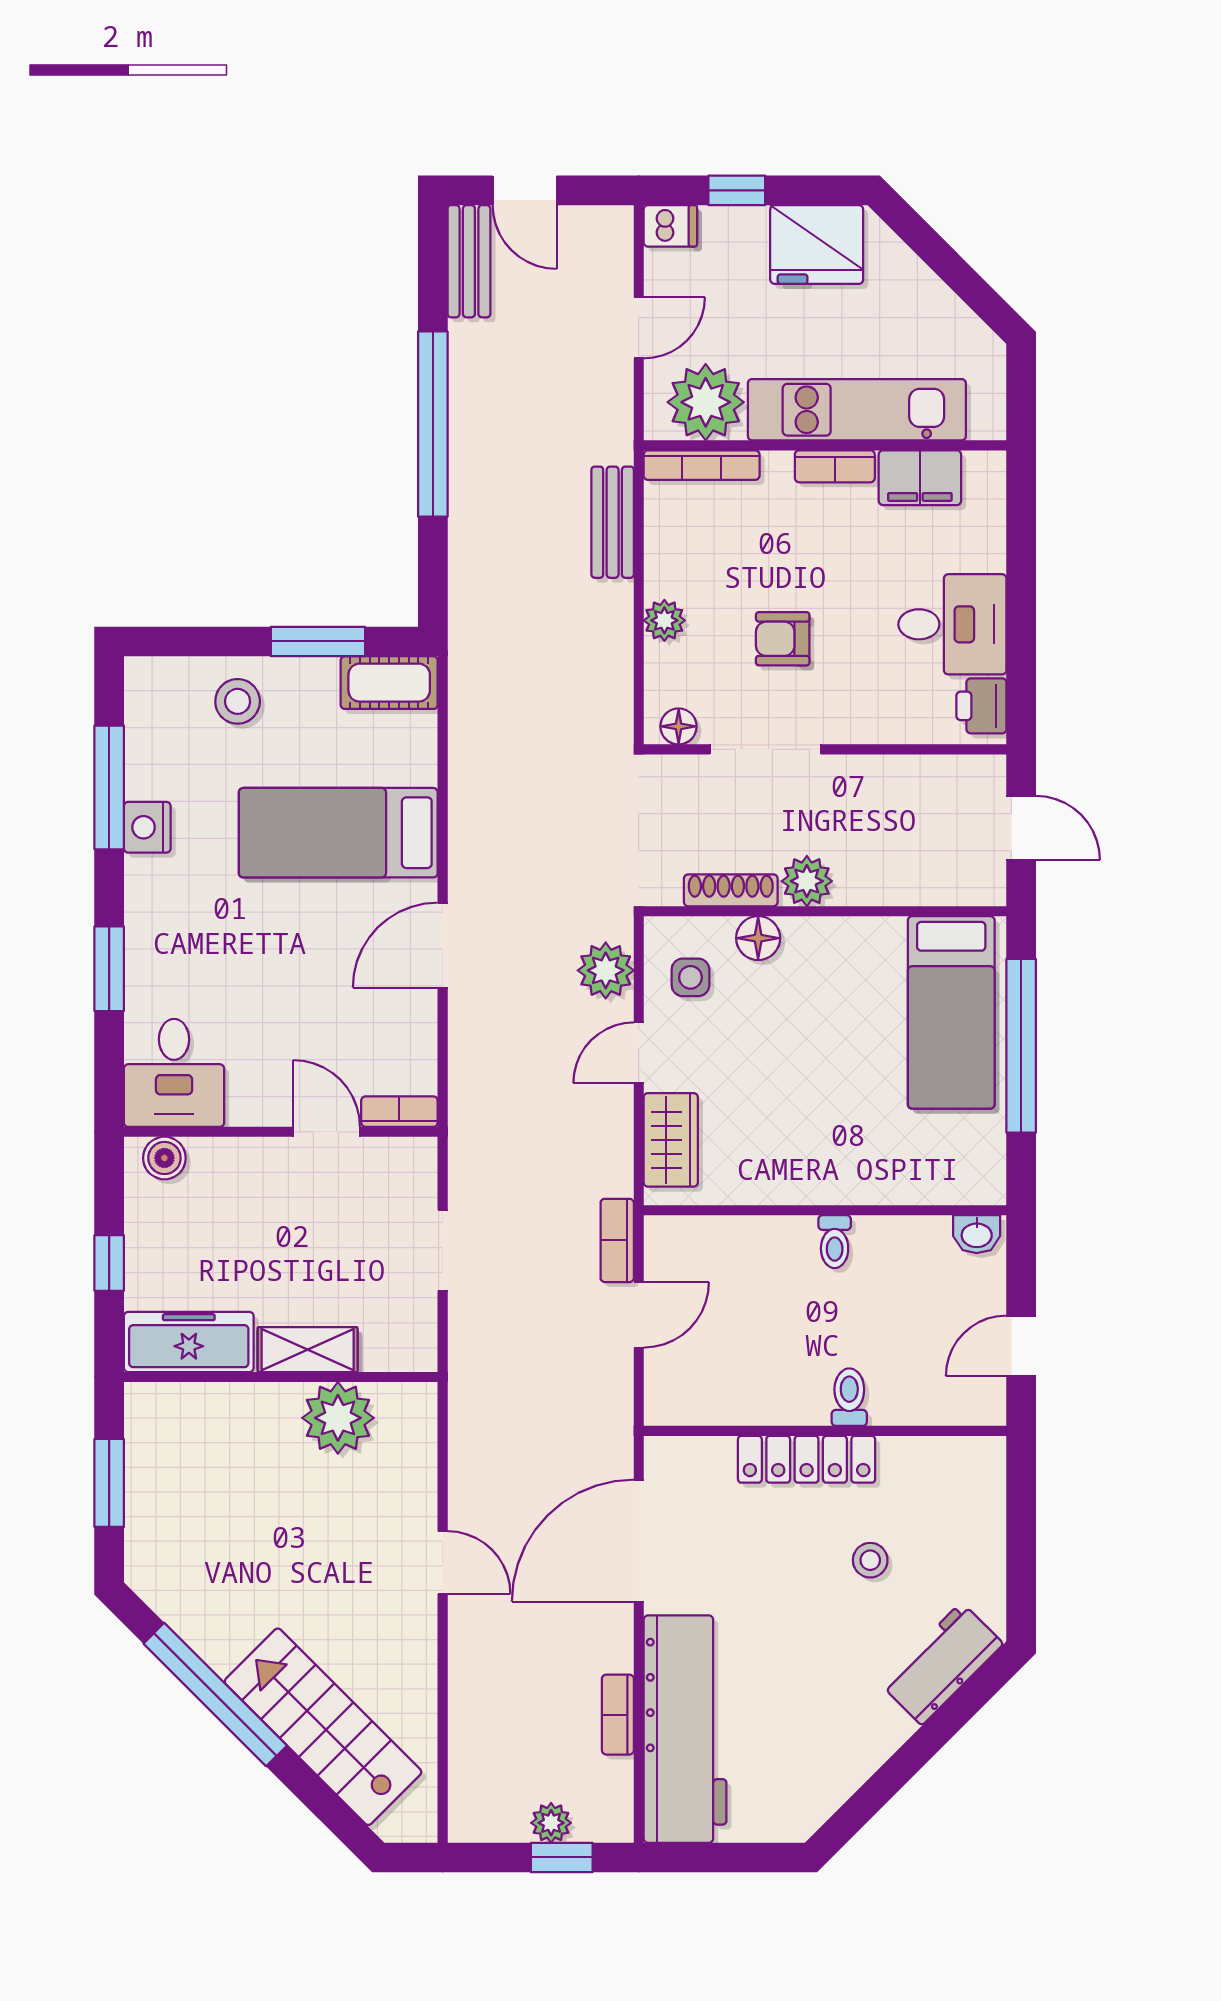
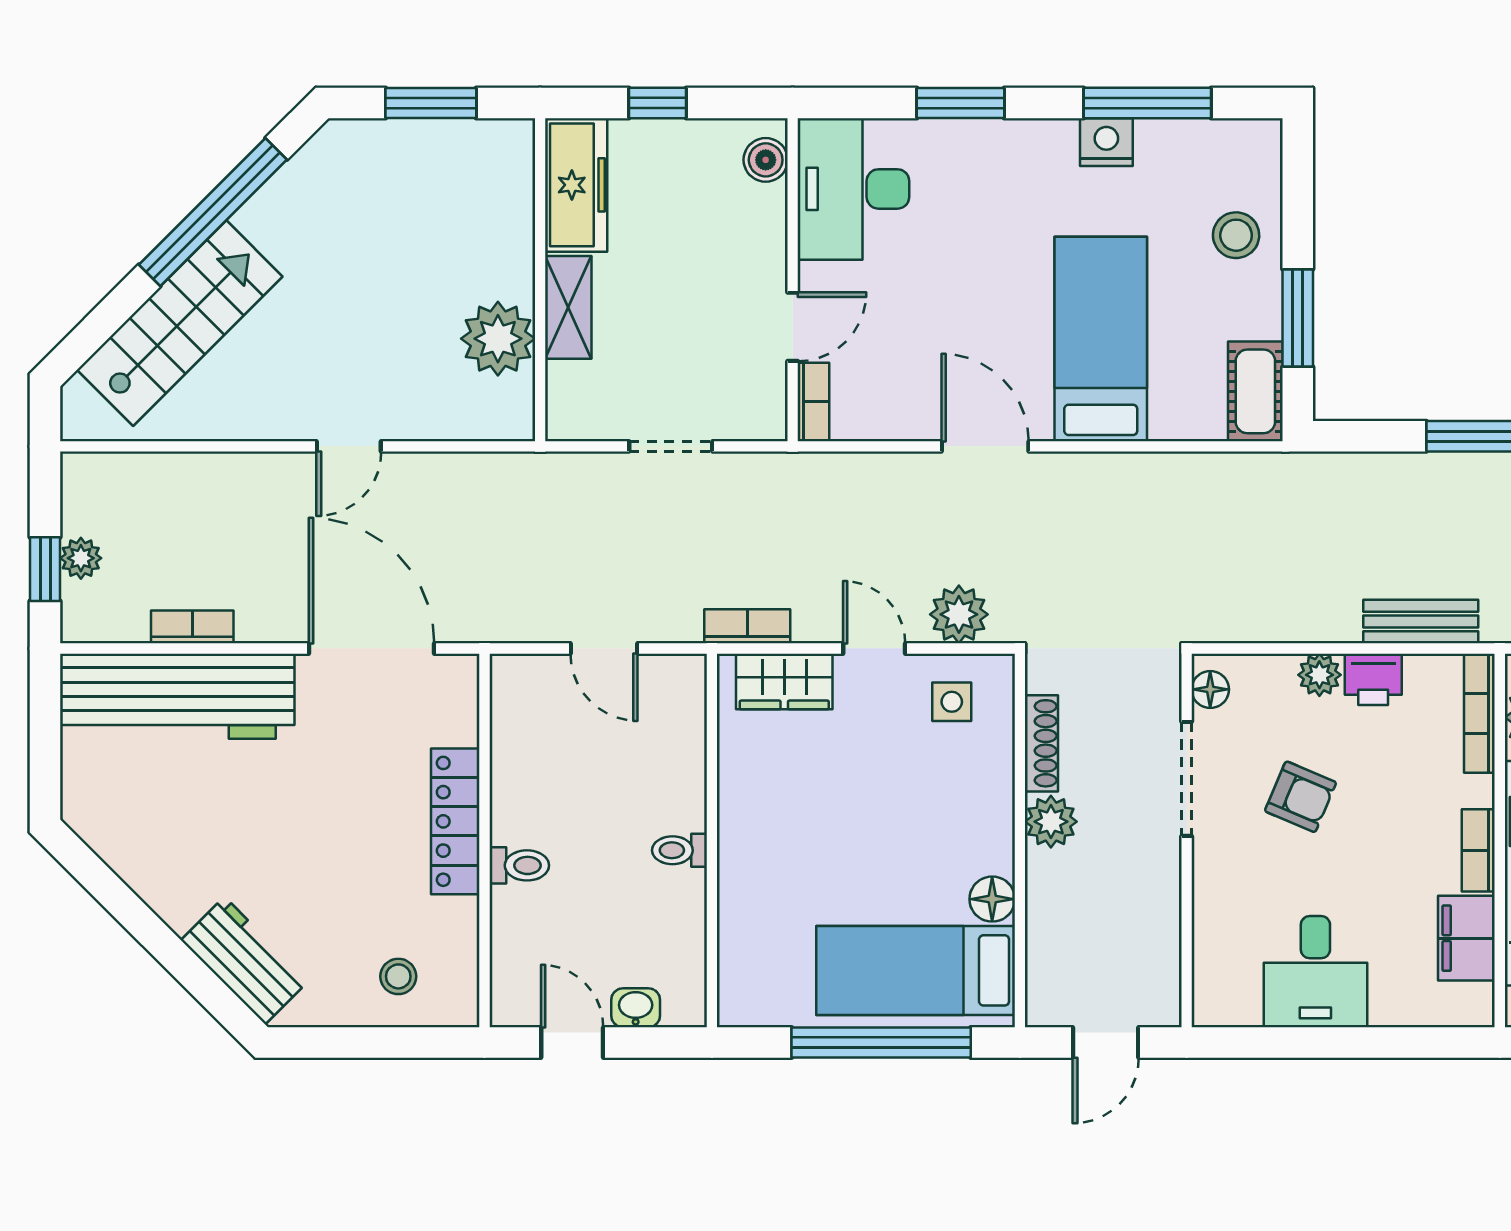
armchair: (783, 639) -> (1301, 797), turned 113
printer: (981, 706) -> (1373, 679), moved, turned 180
floor lamp: (758, 938) -> (992, 899), moved
desk: (174, 1073) -> (853, 189), width x1.37
washbasin: (977, 1234) -> (636, 1008), moved, turned 90
bookcase: (617, 1240) -> (747, 626), moved
stool: (870, 1560) -> (398, 976), moved

